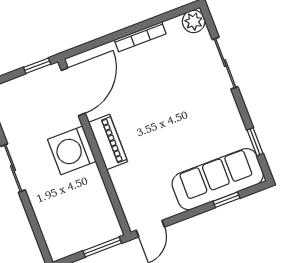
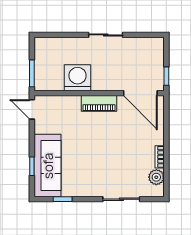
plant: (194, 21) -> (156, 177), moved
bookcase: (140, 37) -> (160, 157), width x0.64
washing machine: (72, 150) -> (78, 78), moved

